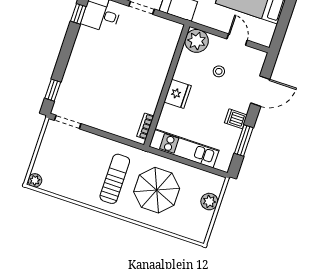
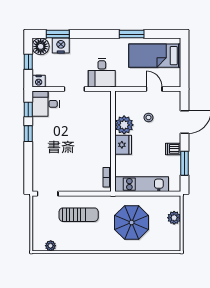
plant: (197, 41) -> (124, 125), moved
window: (53, 90) -> (28, 134), moved
sun lounger: (115, 179) -> (79, 215), moved, turned 90
plant: (35, 180) -> (51, 246), moved

